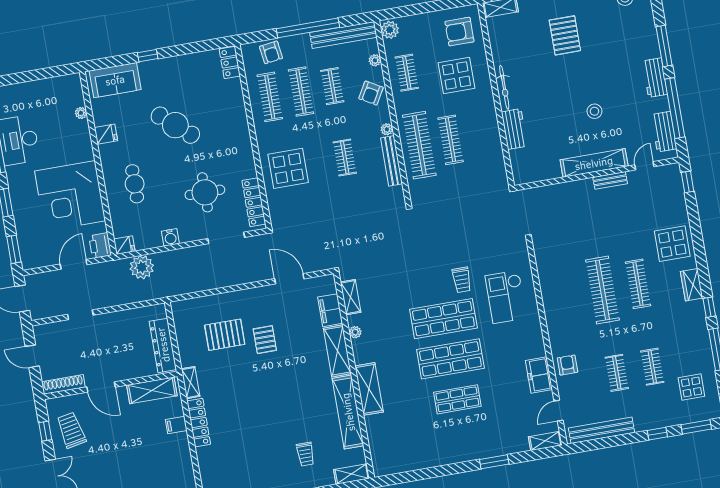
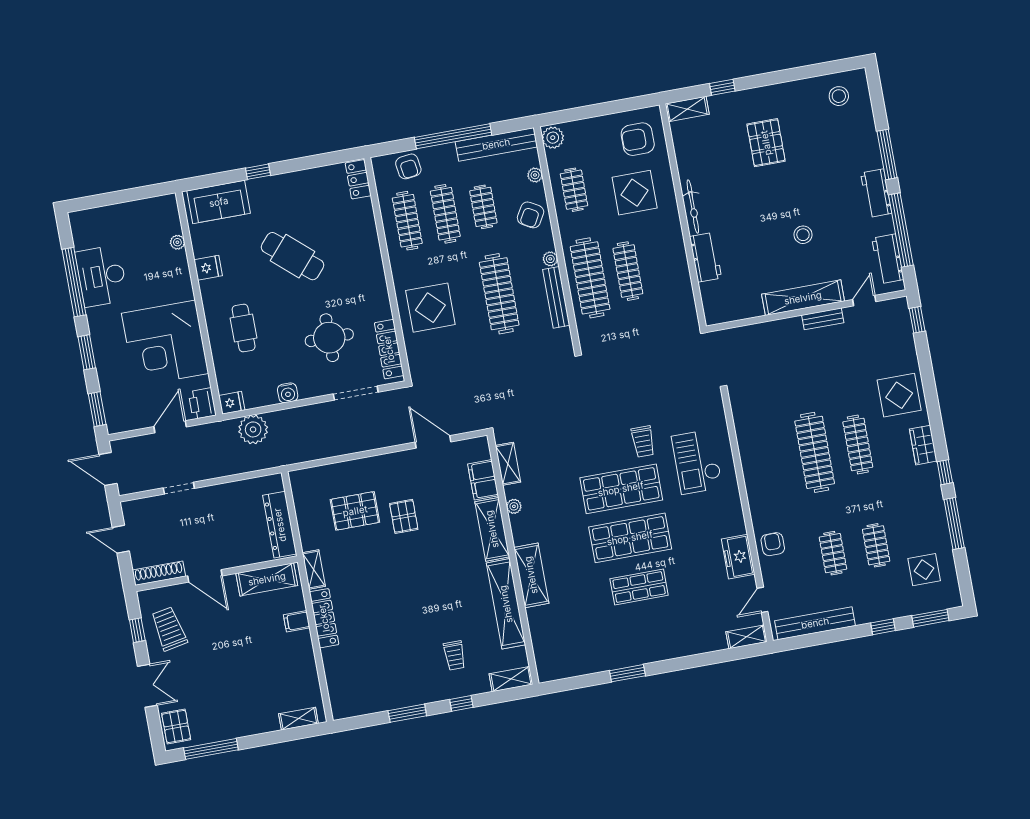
clothes rail: (345, 158) -> (499, 294), width x1.86, depth x1.31
window: (494, 462) -> (627, 673), moved

